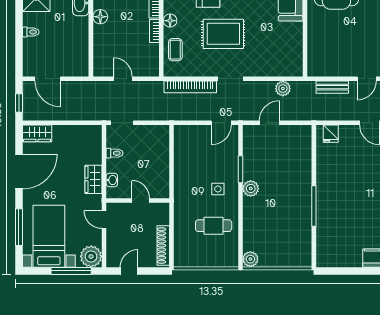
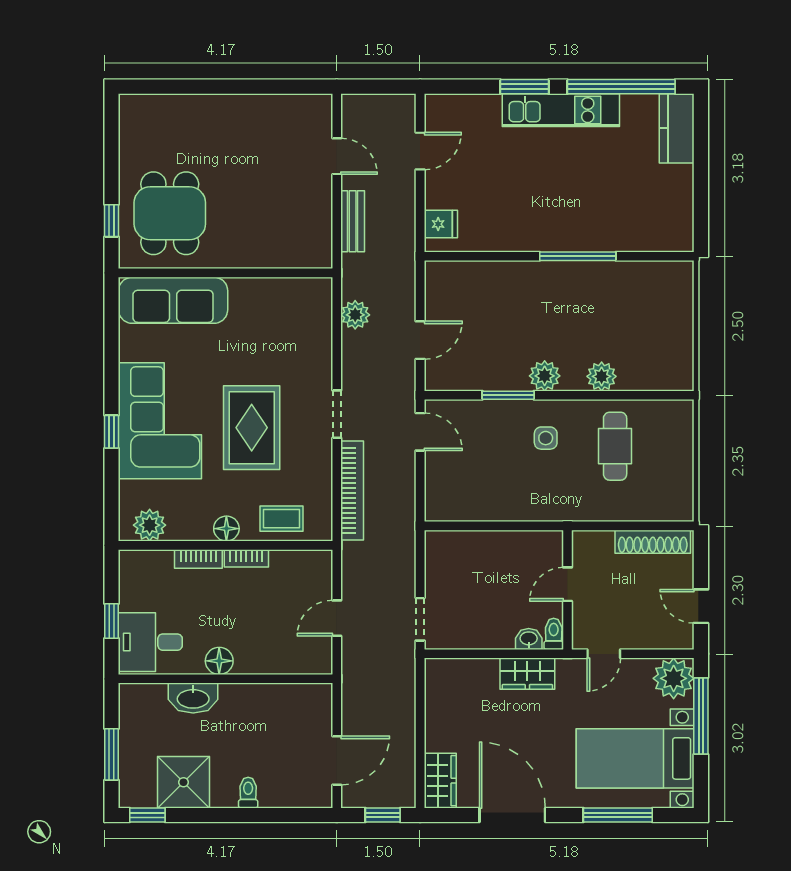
door: (270, 123) -> (420, 340), swing flipped
toilet: (114, 153) -> (554, 634), moved
plant: (250, 259) -> (602, 376), moved

